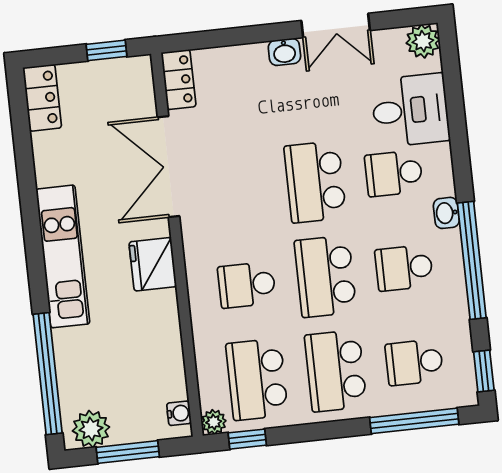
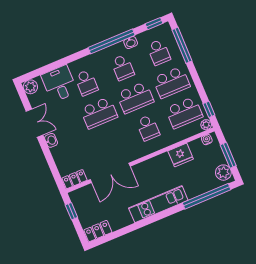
washbasin: (446, 213) -> (131, 43), moved
fridge: (153, 264) -> (181, 155), moved

